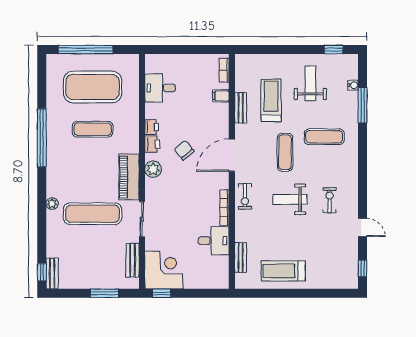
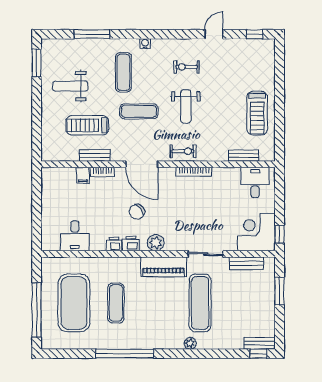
window: (334, 50) -> (37, 63), width x1.50
bookcase: (224, 70) -> (102, 172), moved
water cooler: (353, 85) -> (145, 44), moved
desk: (214, 241) -> (255, 182), moved

